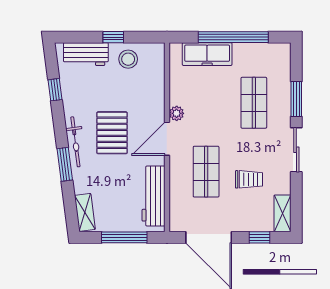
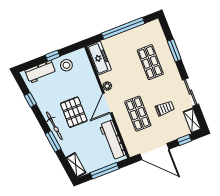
freezer: (207, 54) -> (99, 58), moved, turned -90
sliding door: (296, 150) -> (190, 92), moved

